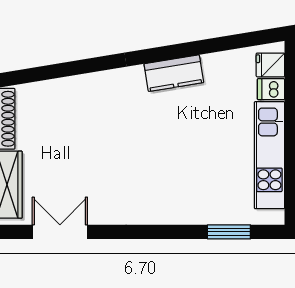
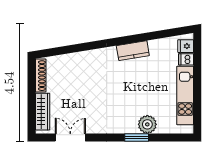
plant: (200, 208) -> (147, 124), added
window: (229, 232) -> (137, 138), moved

